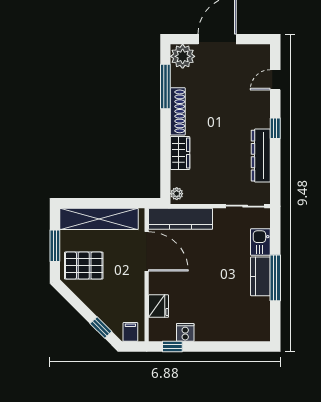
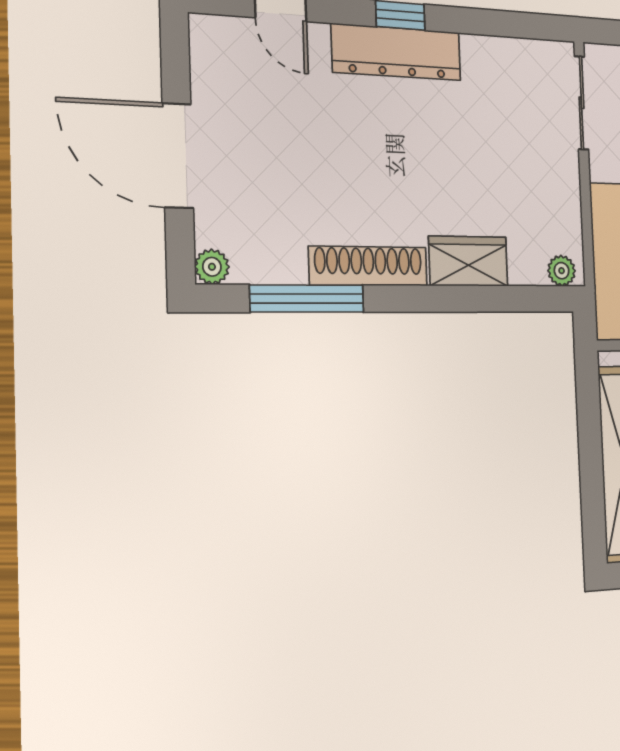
plant: (183, 56) -> (212, 267), width x0.53, depth x0.53
dresser: (261, 156) -> (397, 52), moved

